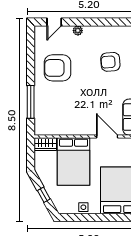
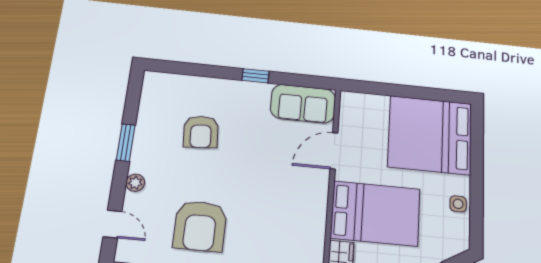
window: (100, 22) -> (126, 142), added

